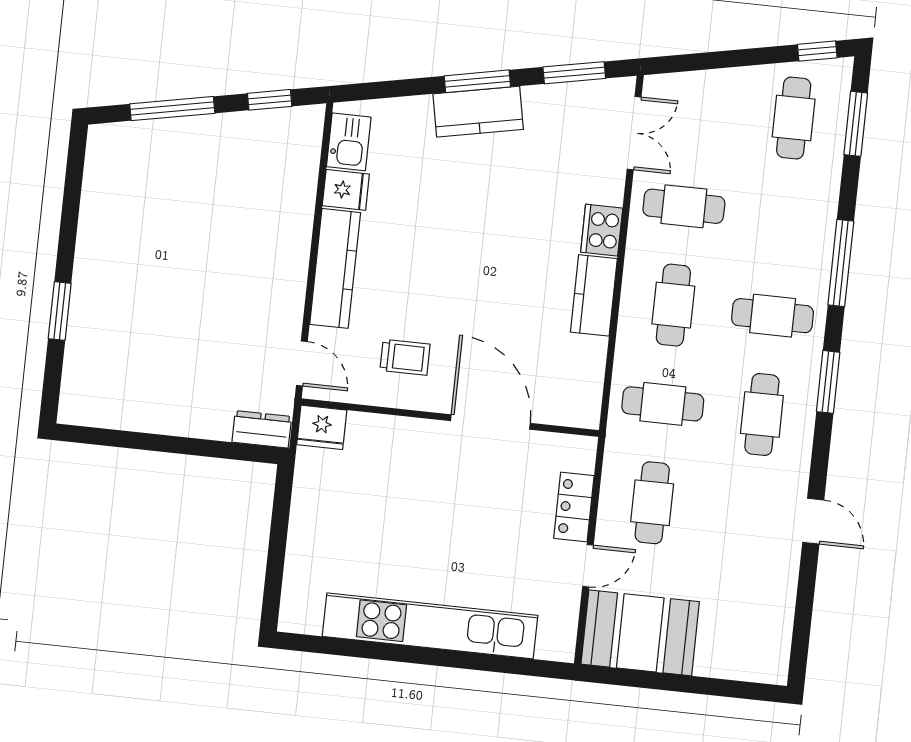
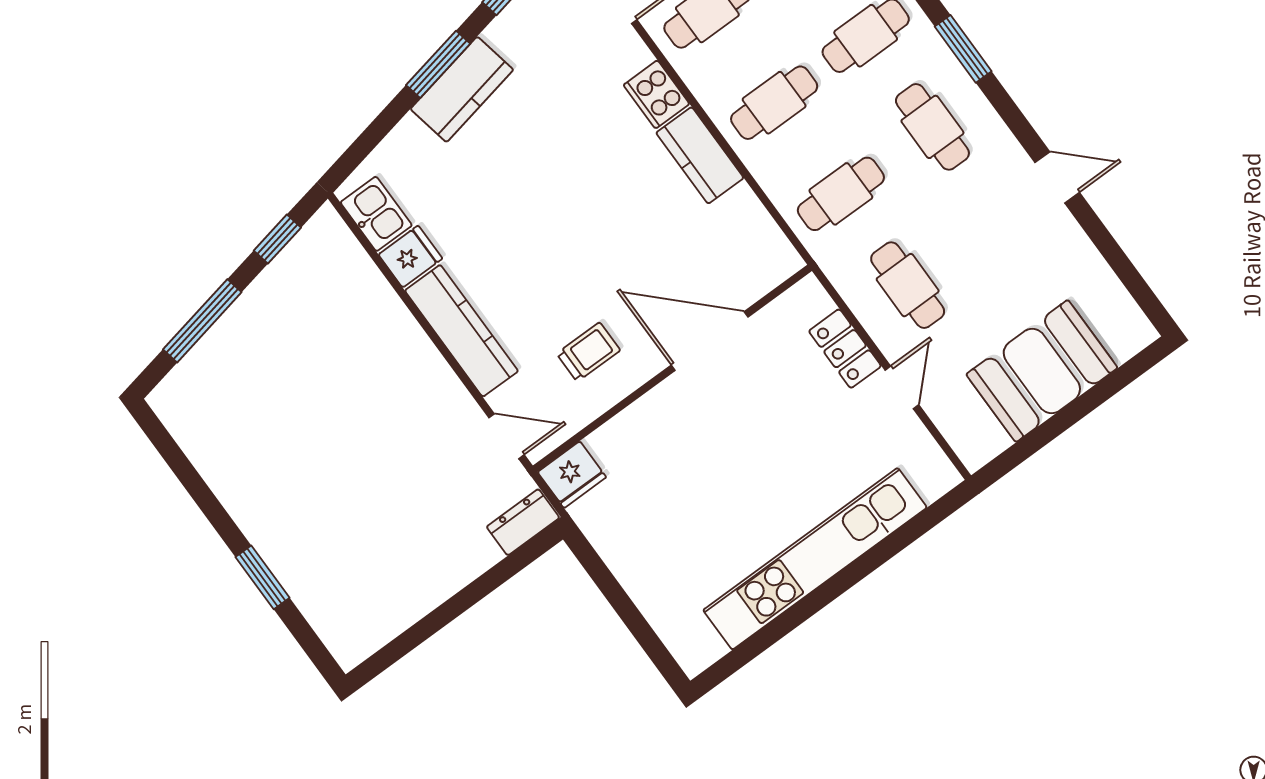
cafe table: (673, 305) -> (774, 103), turned 90
booth: (640, 633) -> (1042, 371), moved

